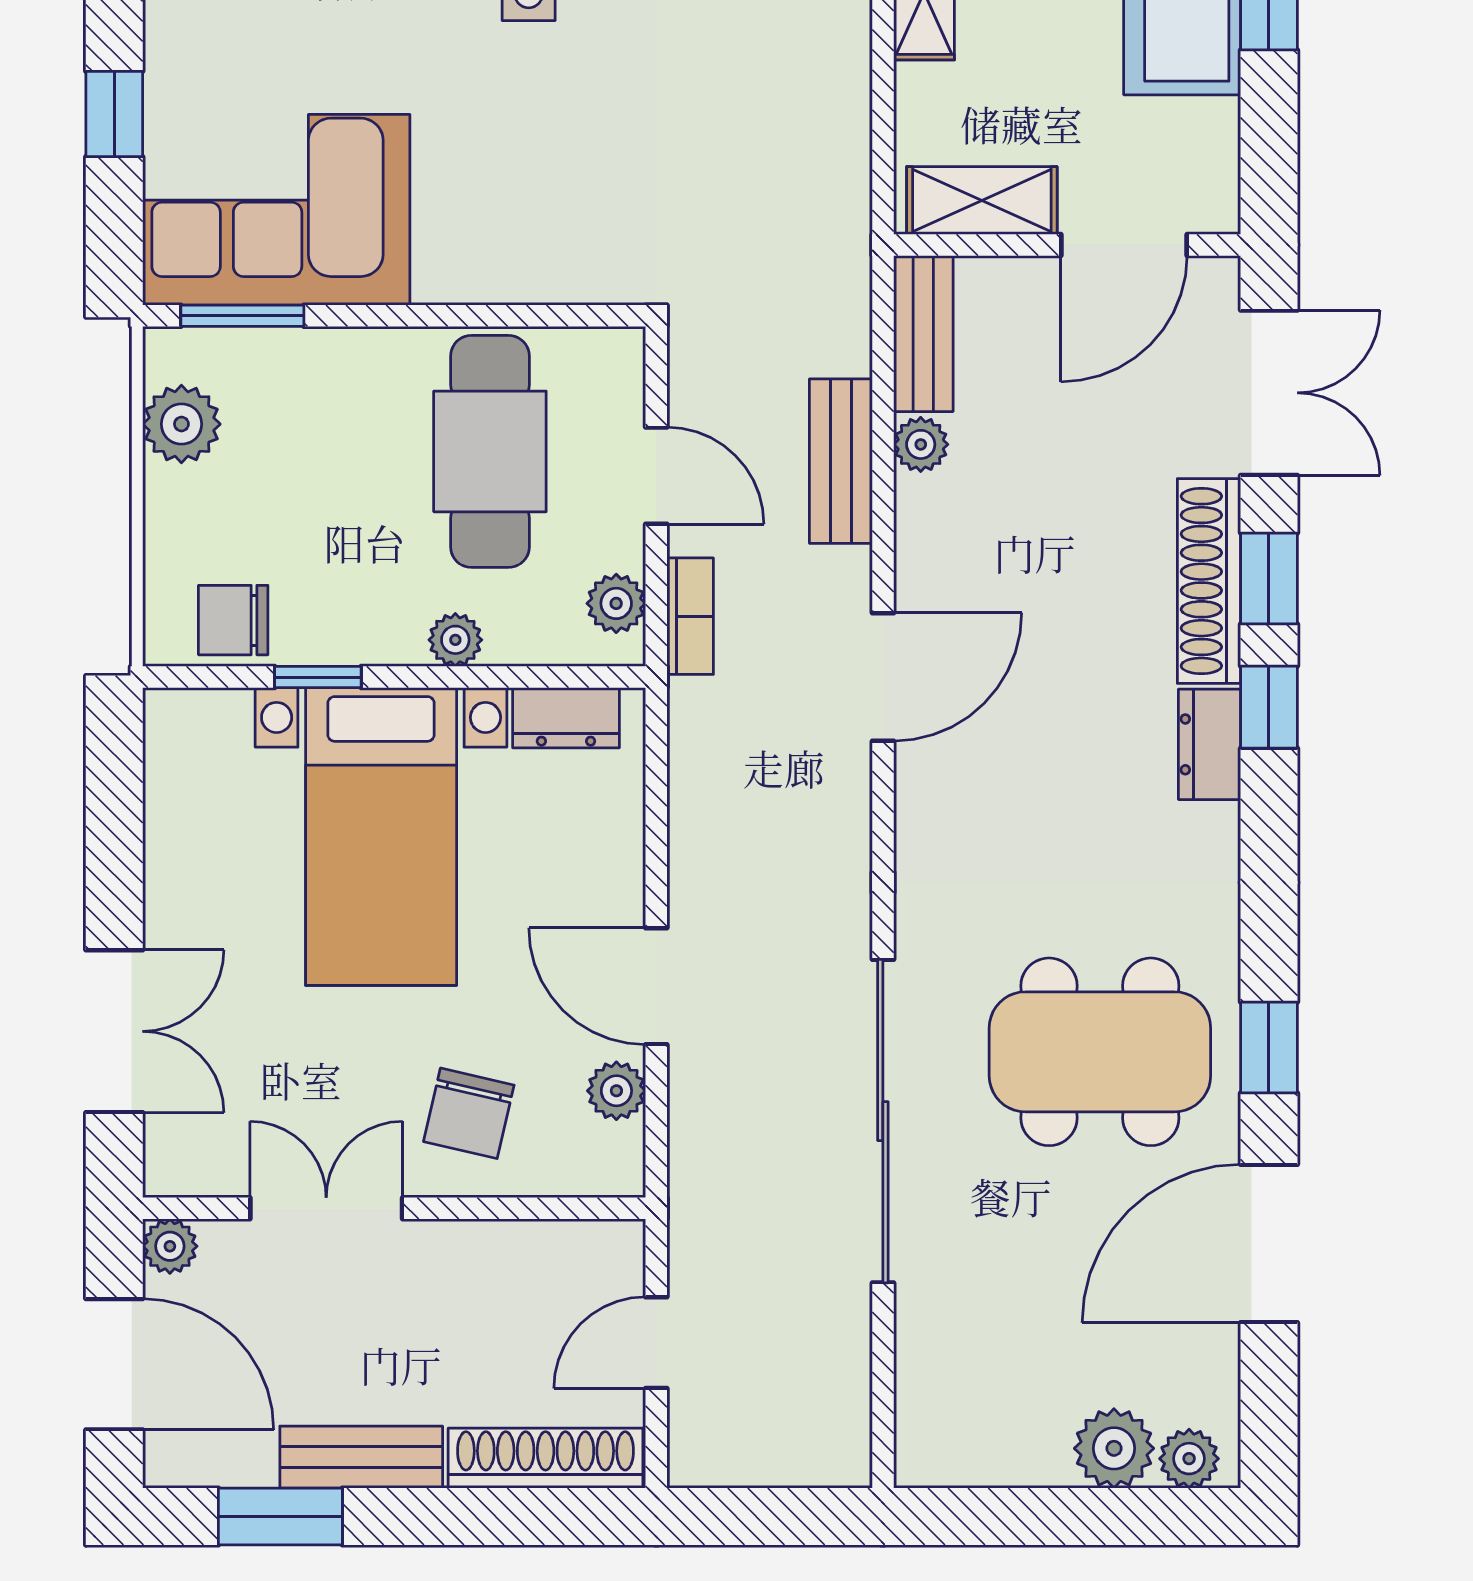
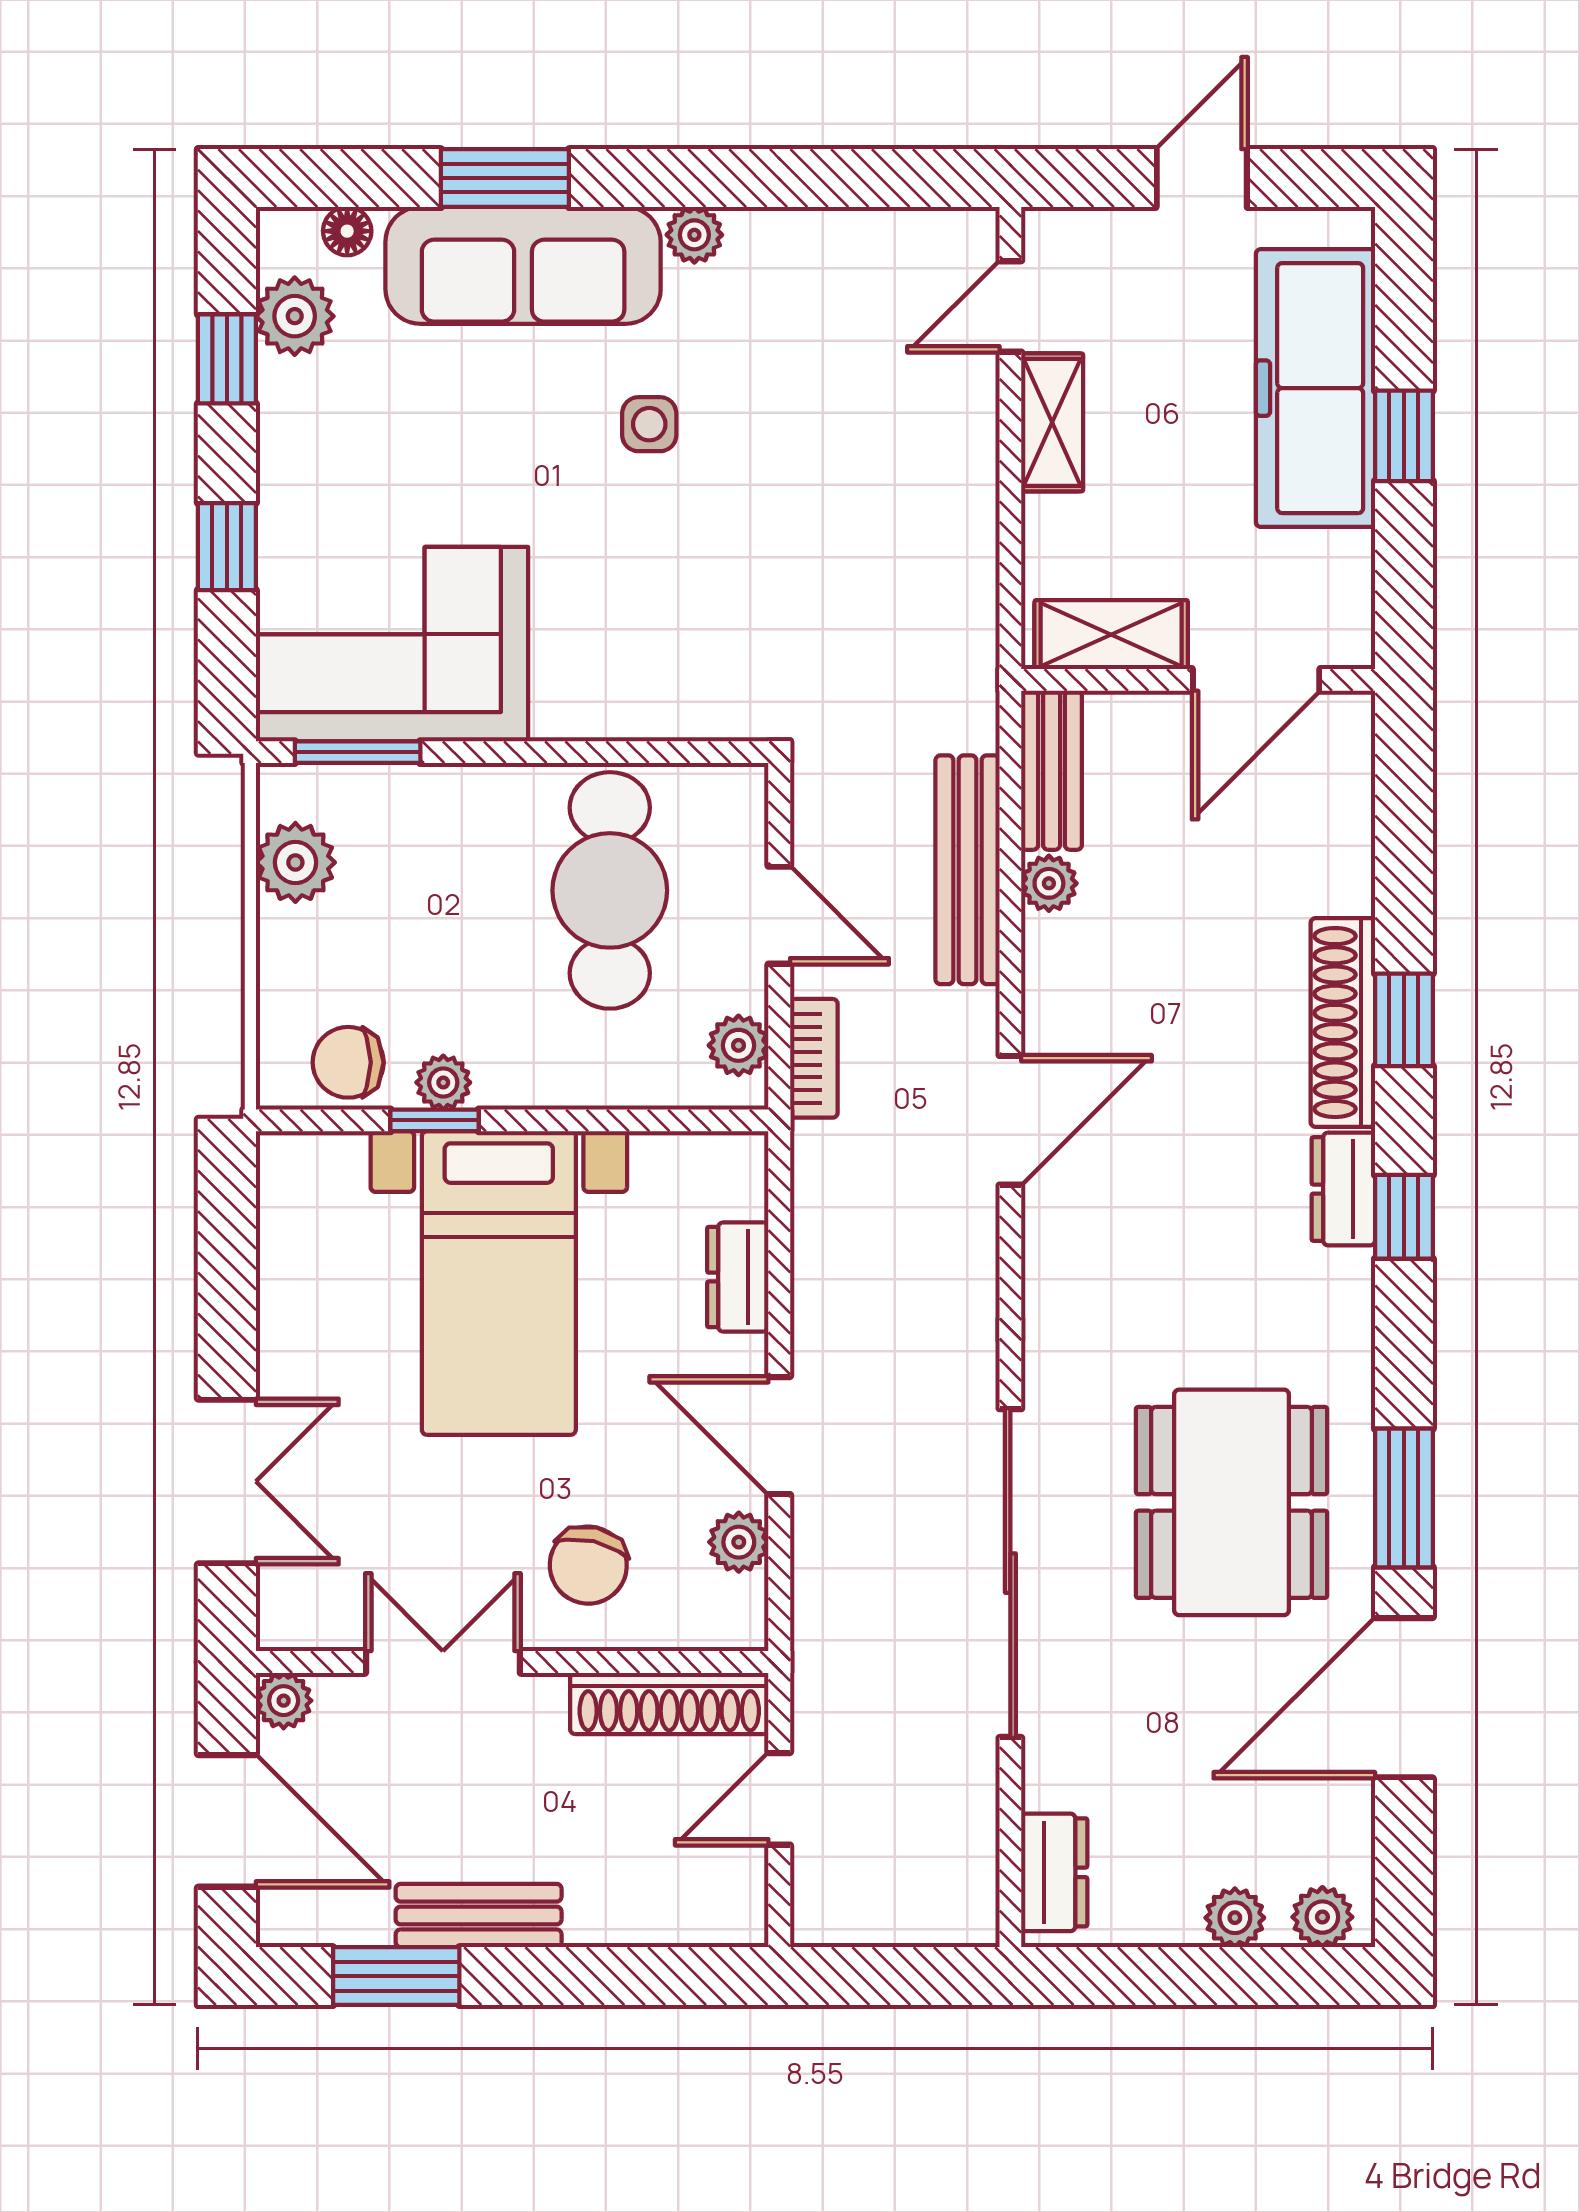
double door: (1269, 393) -> (1404, 831), removed
bench: (841, 461) -> (967, 870), width x1.36
plant: (455, 640) -> (443, 1082), moved
window: (1269, 707) -> (1404, 1217), moved
dresser: (566, 718) -> (738, 1277), moved, turned 90
window: (1269, 1047) -> (1404, 1498), width x1.50
dining table: (1100, 1052) -> (1232, 1502), turned 90
dresser: (926, 1415) -> (1054, 1872), added
plant: (1114, 1448) -> (1235, 1918), width x0.73, depth x0.73
shoe rack: (546, 1458) -> (669, 1703), moved, turned 180

